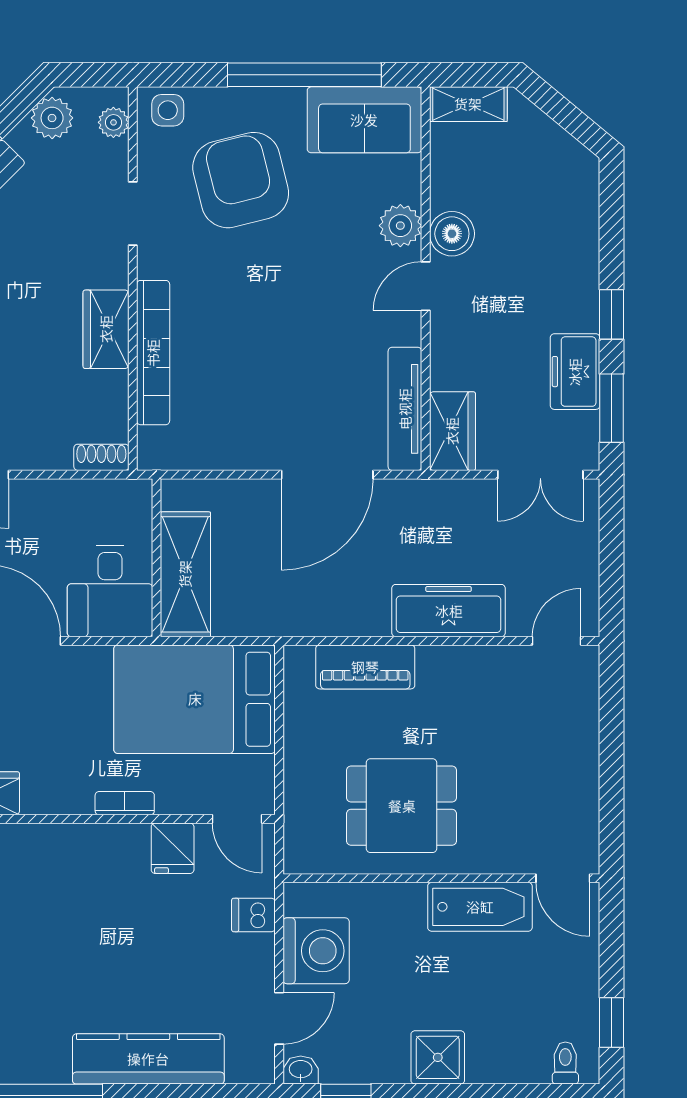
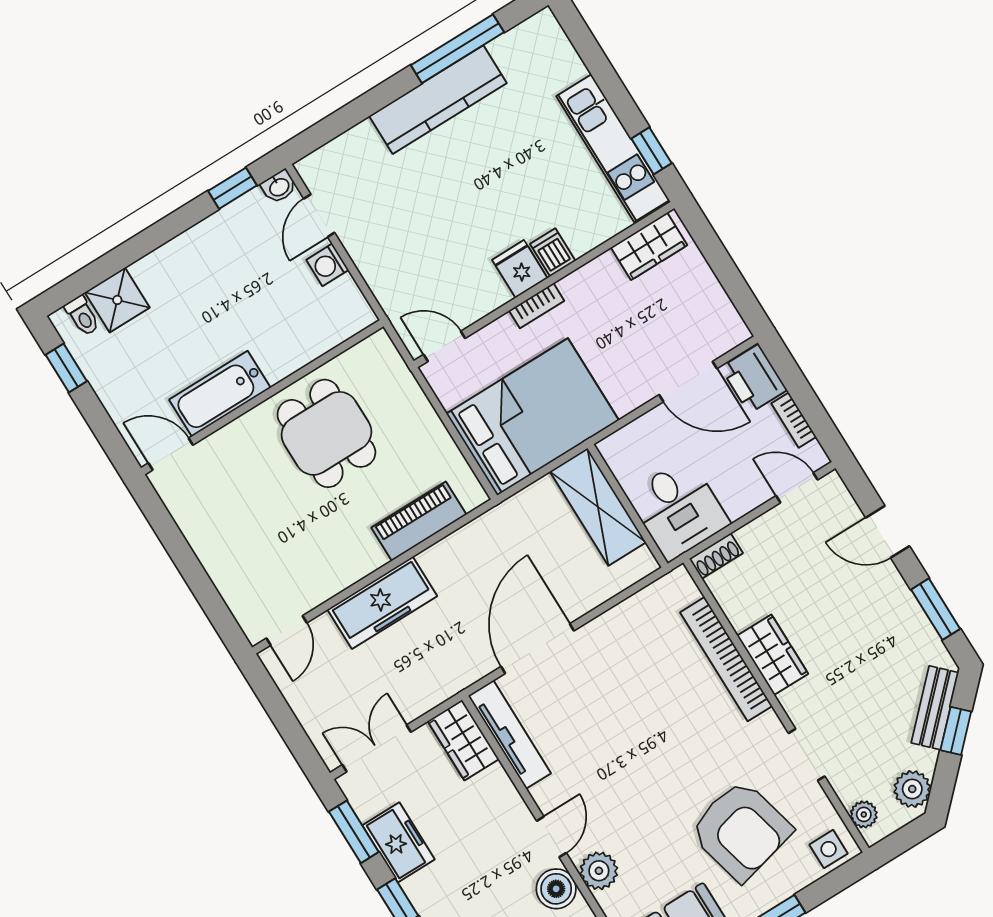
desk: (110, 591) -> (678, 509), moved, turned 180
dining table: (402, 806) -> (326, 433), turned 90
fridge: (173, 848) -> (520, 269), moved
dishwasher: (253, 915) -> (553, 252), moved, turned -90
washing machine: (316, 951) -> (327, 265), width x0.53, depth x0.53
shower: (438, 1057) -> (117, 300), moved
kitchen counter: (148, 1059) -> (438, 100), moved

